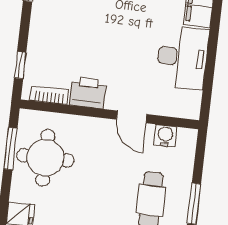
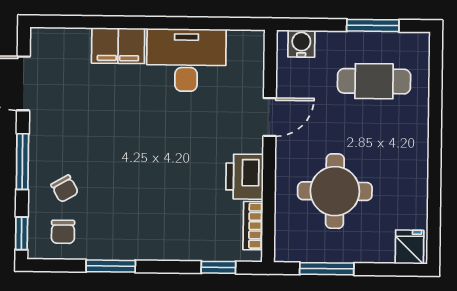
water cooler: (165, 136) -> (301, 44), moved, turned 90
round table: (45, 158) -> (335, 191), moved

